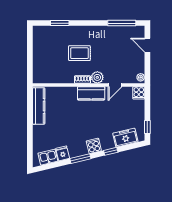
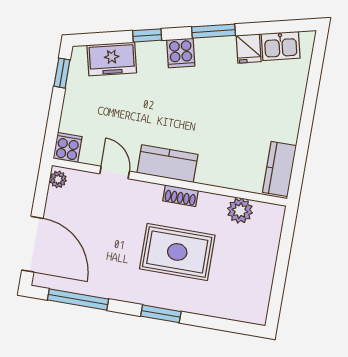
window: (60, 23) -> (161, 314), moved
door: (147, 45) -> (32, 244), width x1.87
rug: (79, 53) -> (177, 252), width x1.36, depth x1.43
plant: (97, 77) -> (240, 211), moved
door: (115, 85) -> (115, 172), hinge flipped
kitchen counter: (39, 106) -> (279, 169), width x0.67

